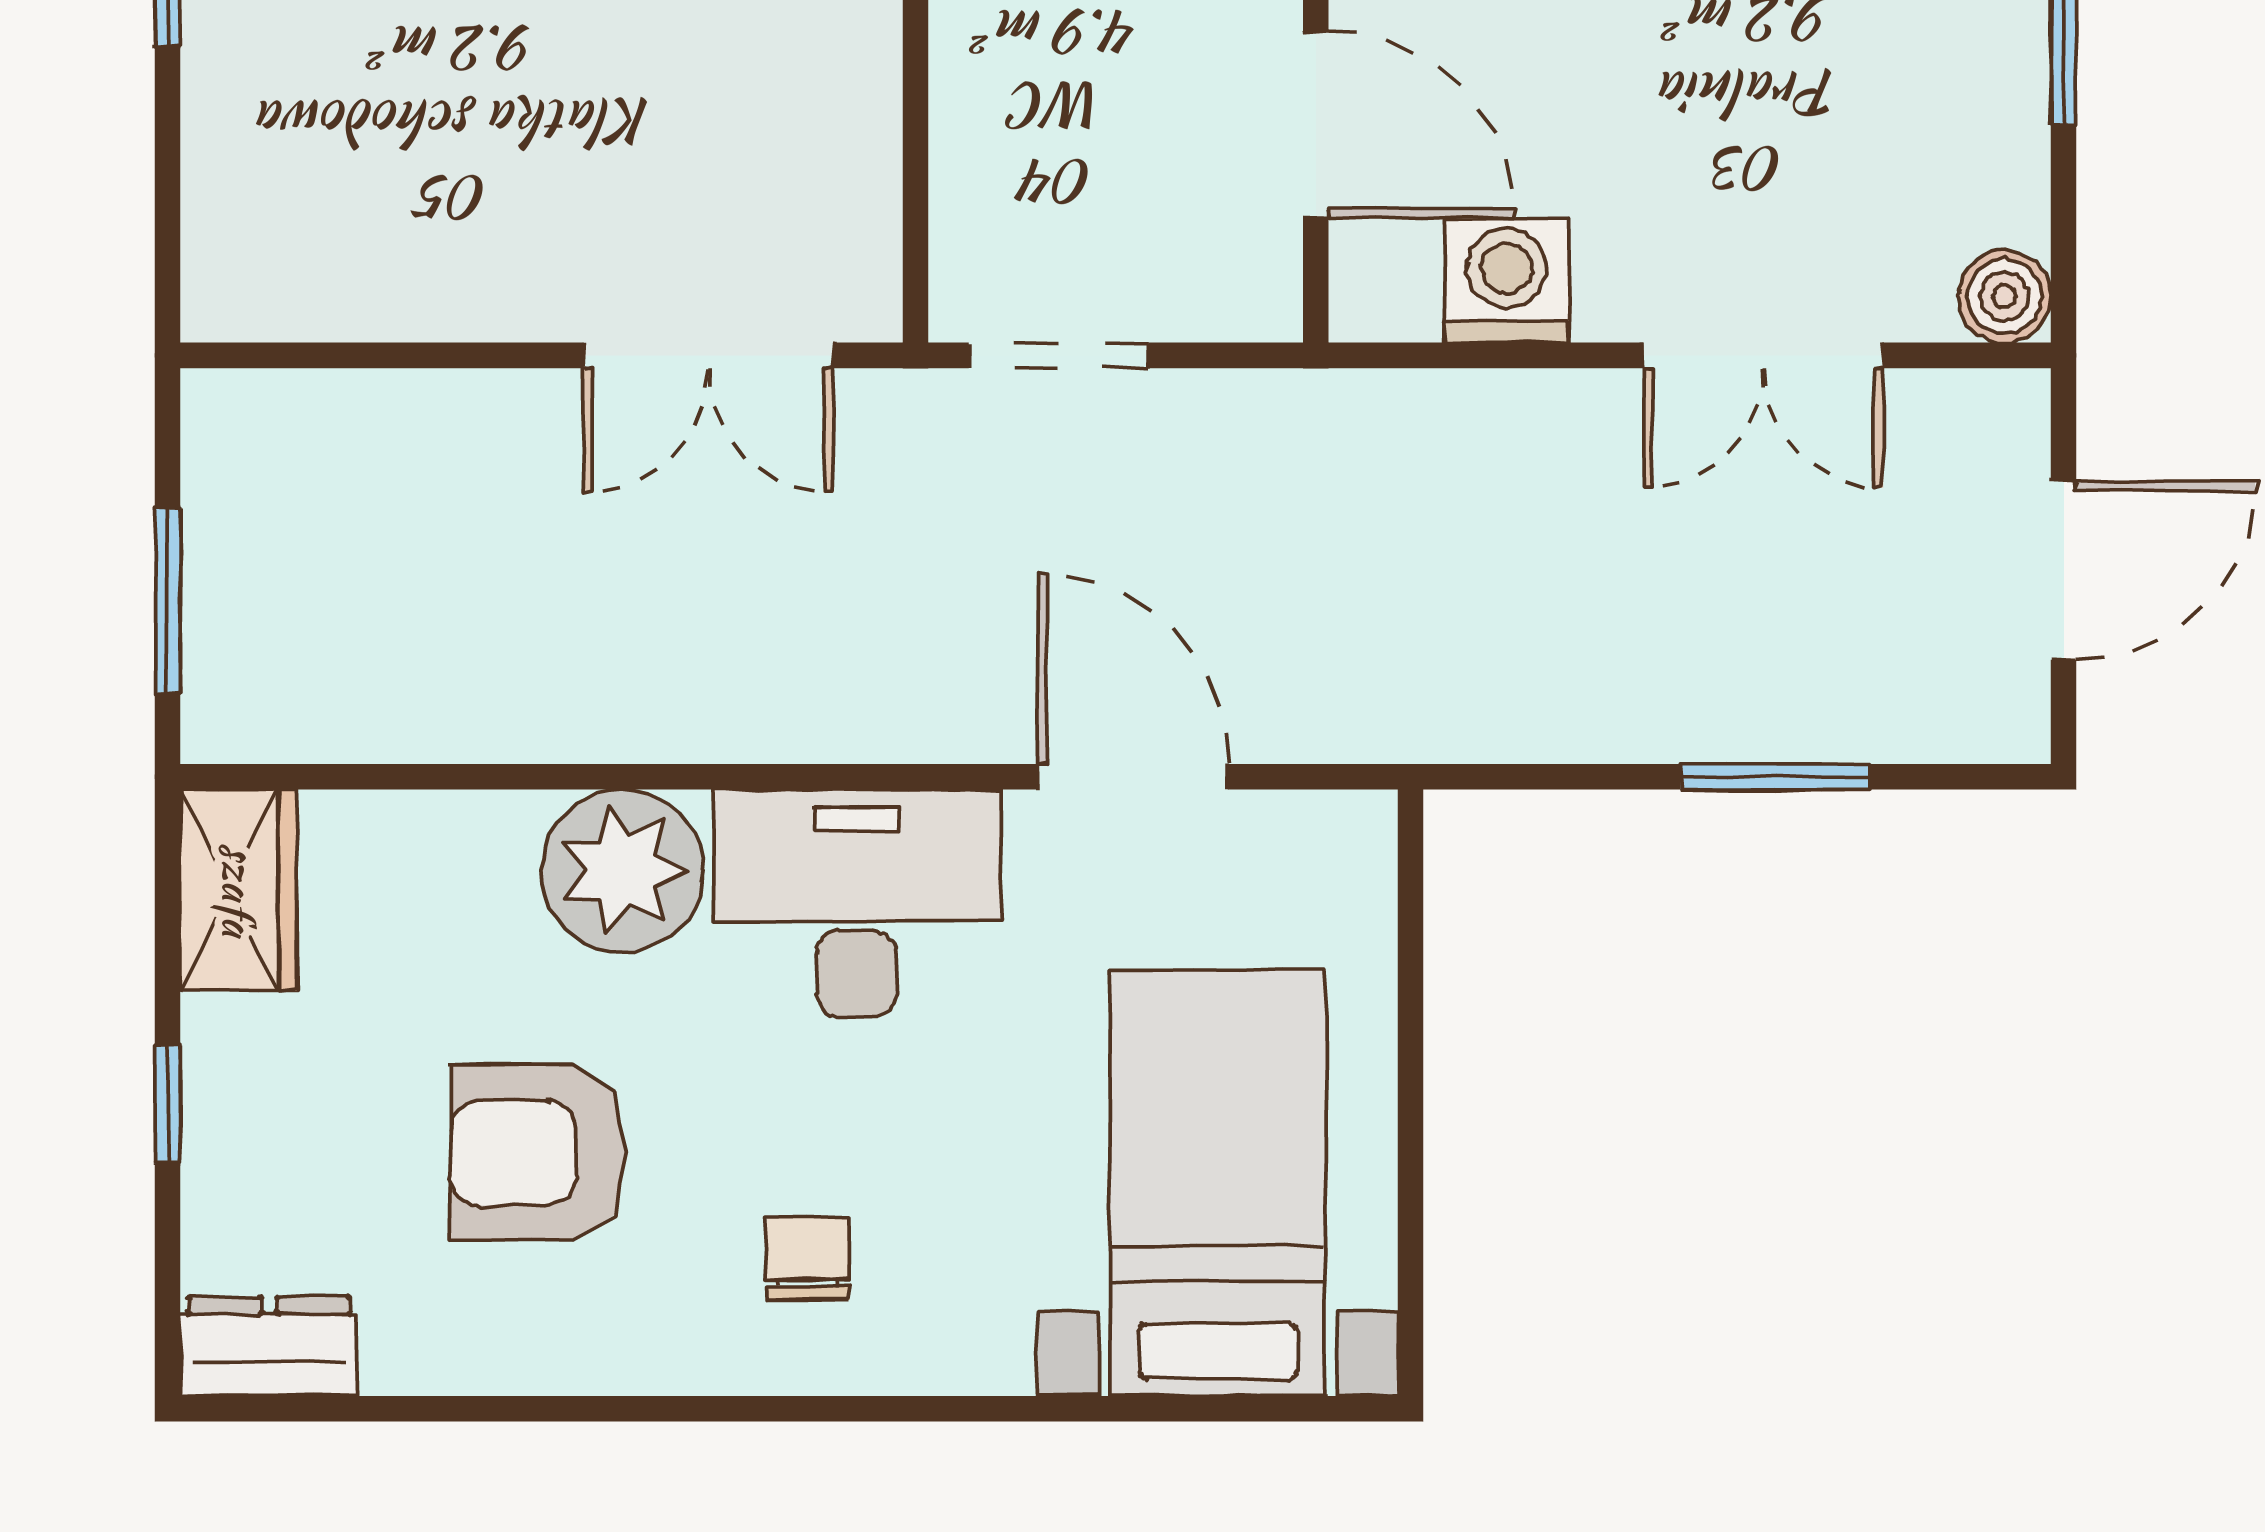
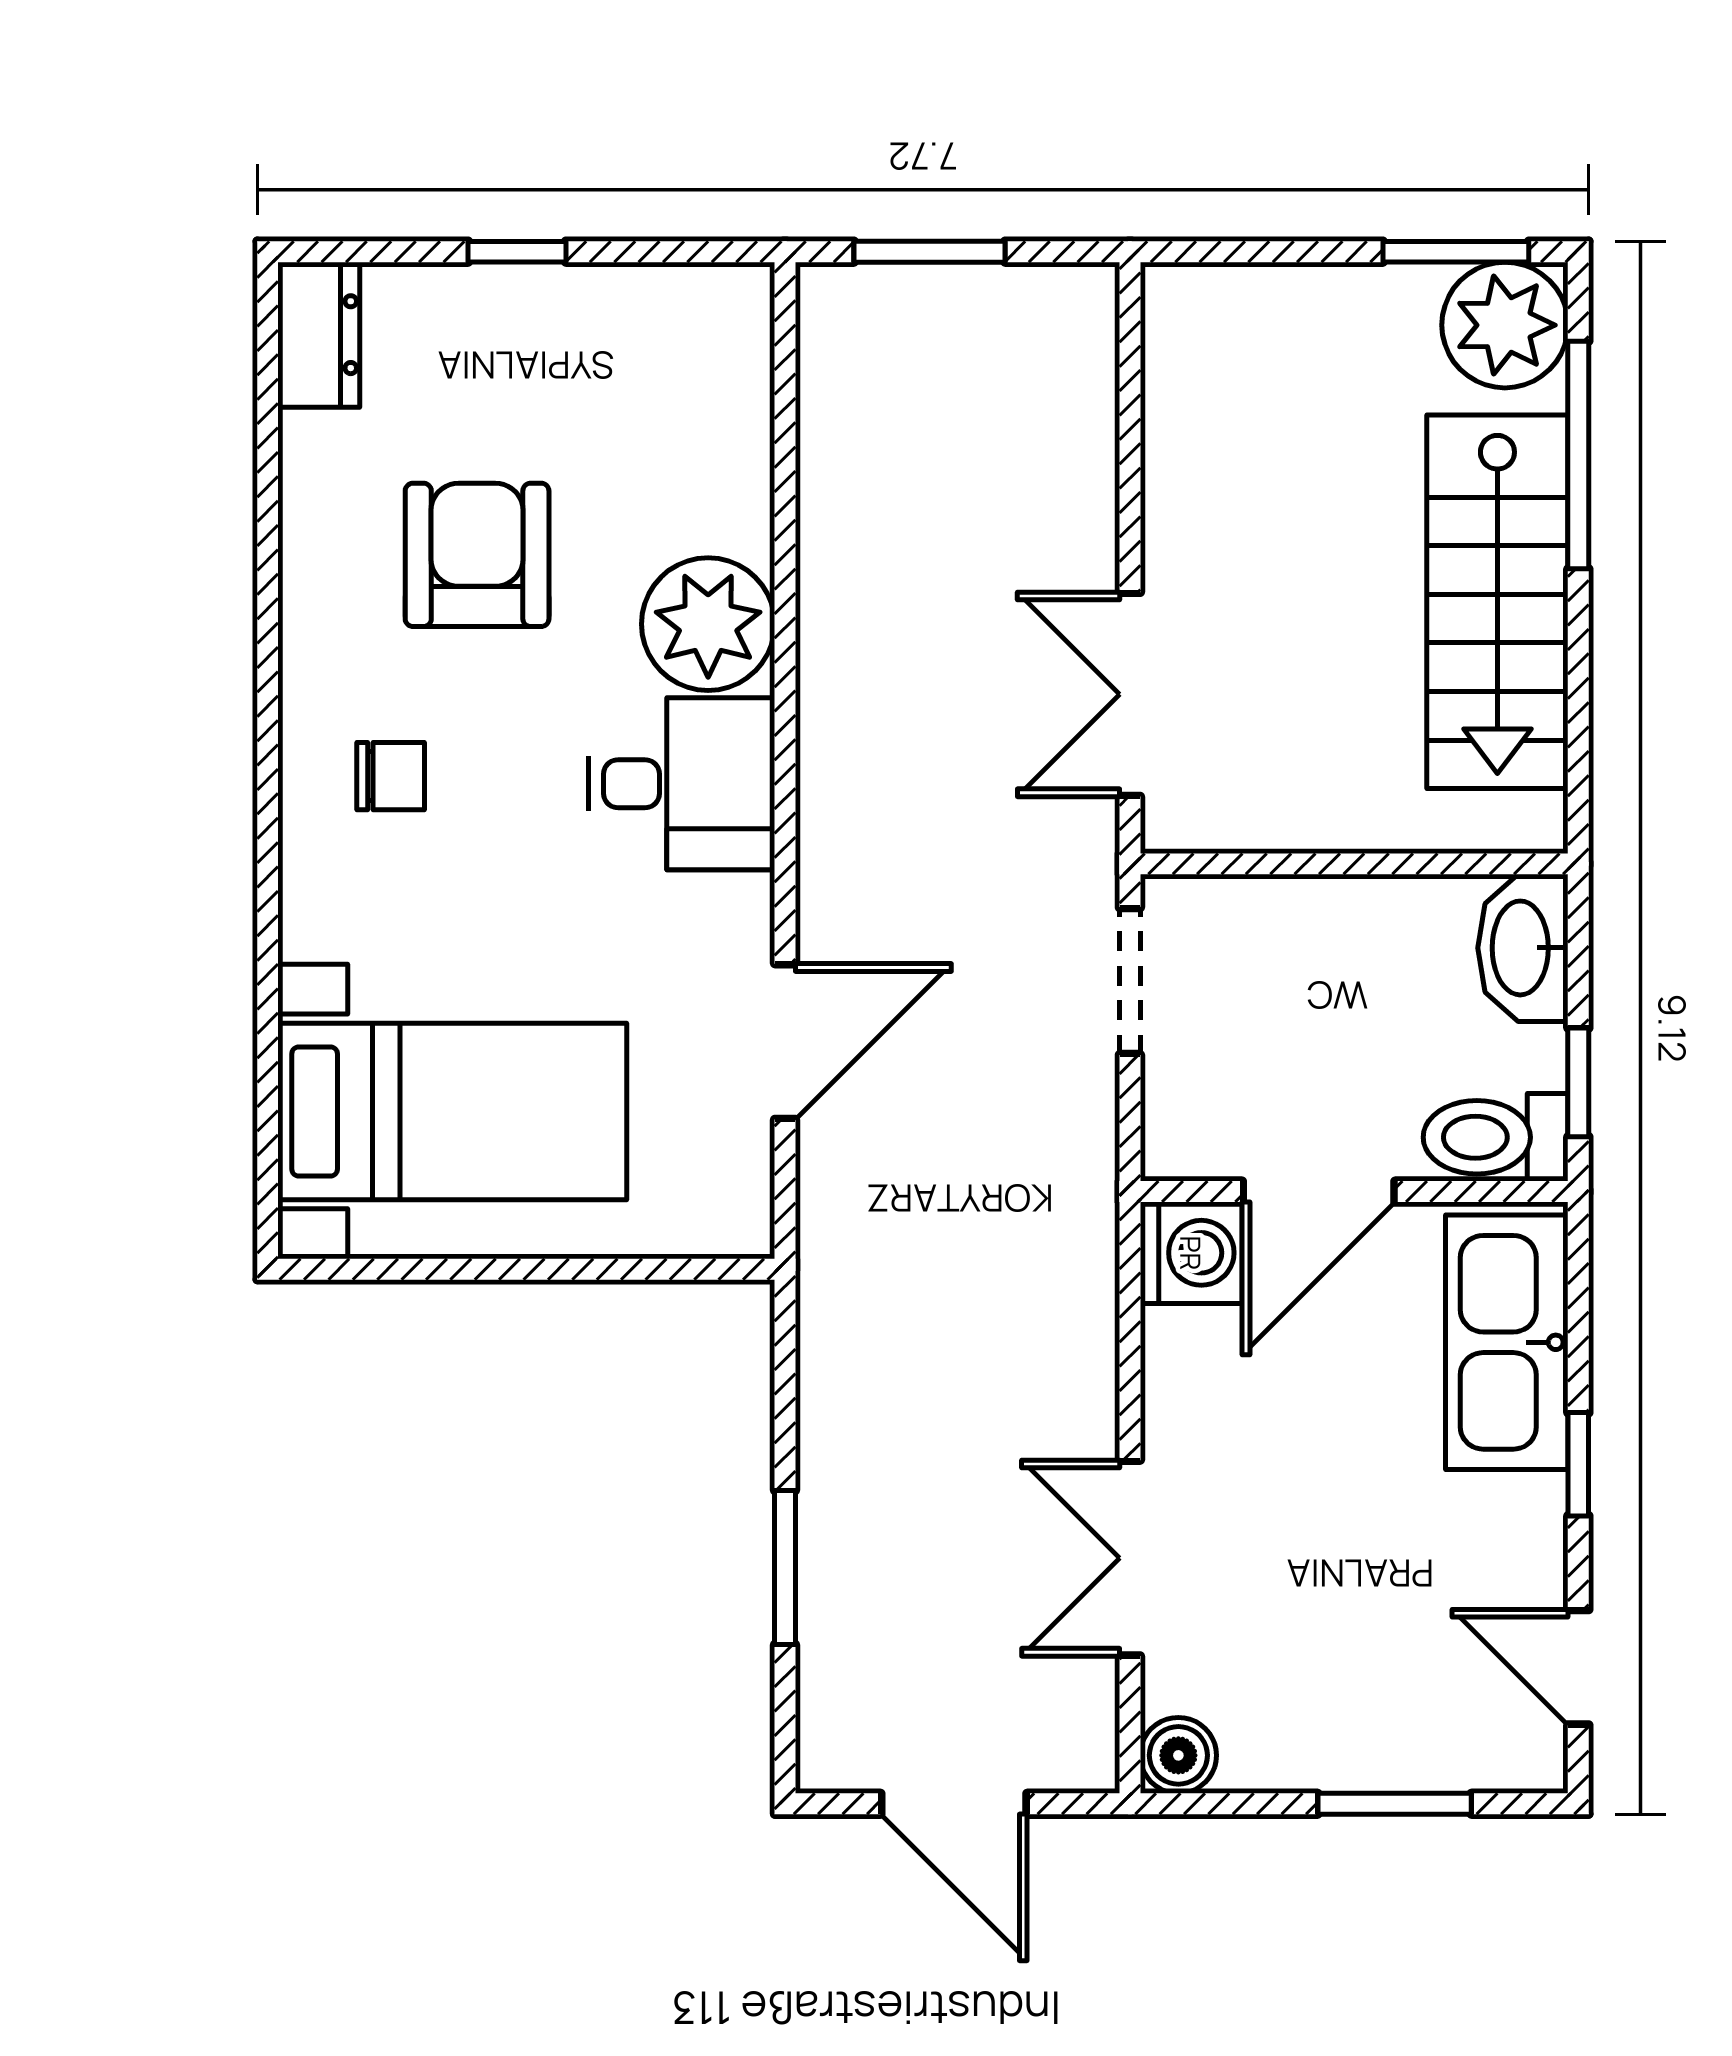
washing machine: (1507, 281) -> (1191, 1253), moved
wardrobe: (239, 890) -> (692, 310), removed
desk: (857, 903) -> (682, 784), width x0.73

